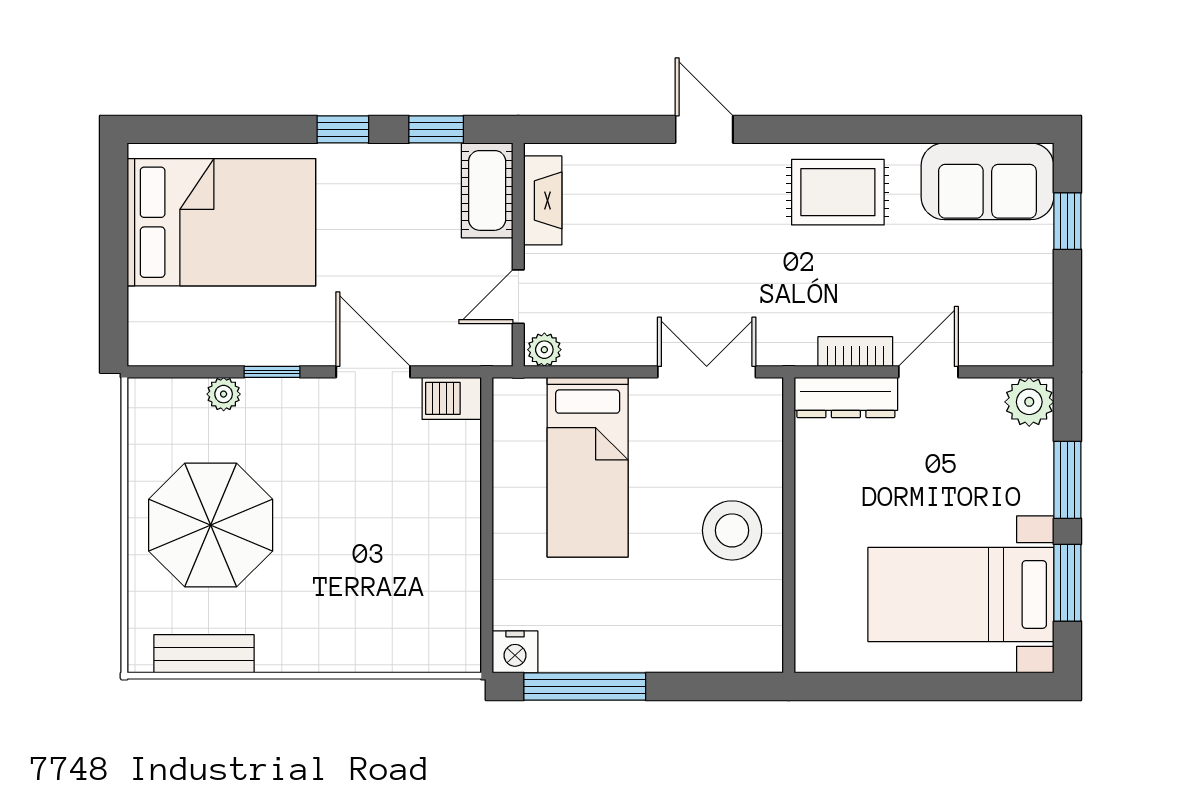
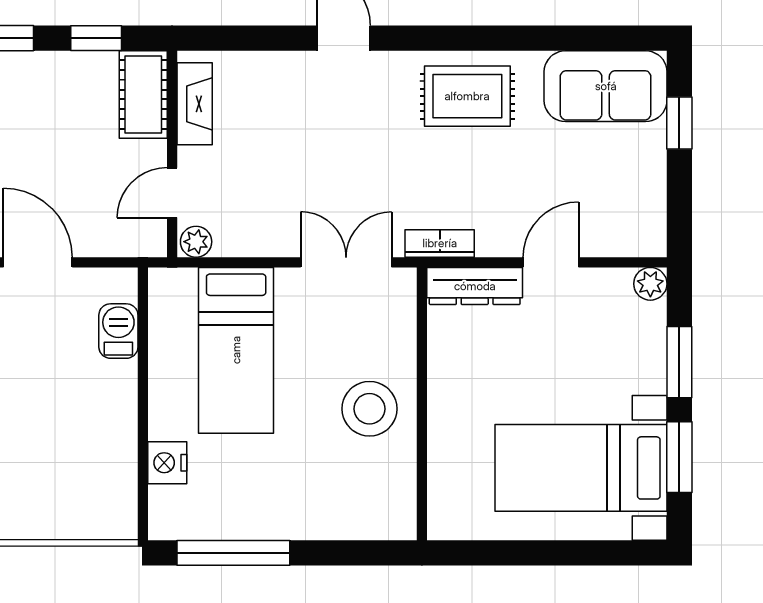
bookcase: (855, 352) -> (440, 243), moved
barbecue: (452, 398) -> (118, 331), moved, turned 90
plant: (1029, 402) -> (650, 284), width x0.73, depth x0.73
nightstand: (515, 652) -> (167, 463), moved, turned 90

